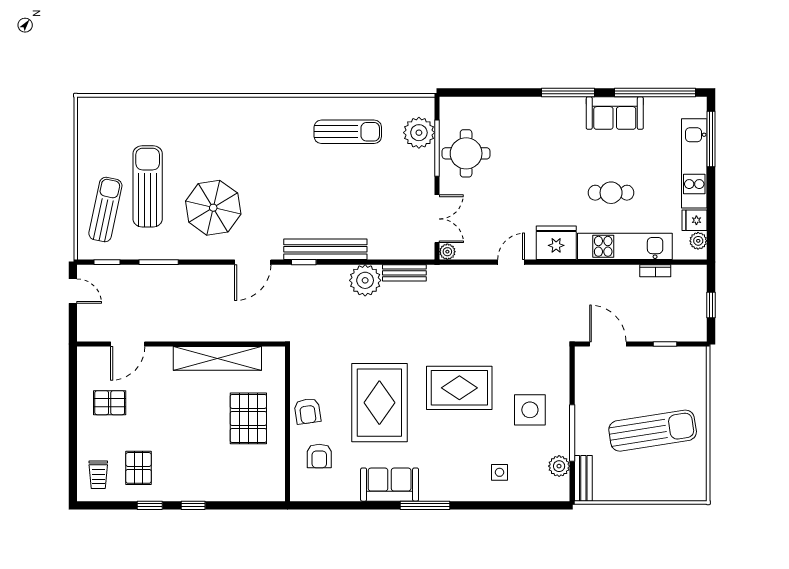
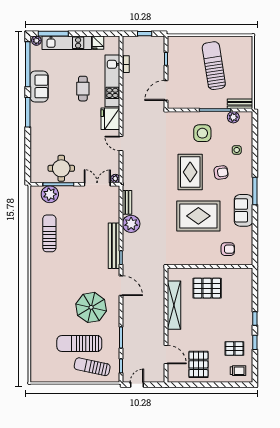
plant: (698, 241) -> (36, 41), moved
pallet: (110, 403) -> (198, 364), width x1.50, depth x1.42
armchair: (308, 411) -> (221, 173), moved

